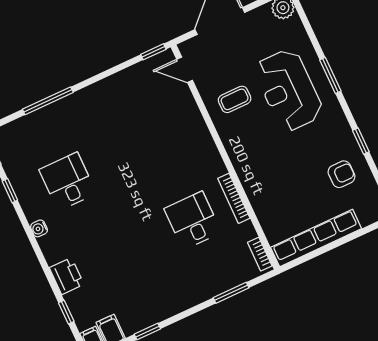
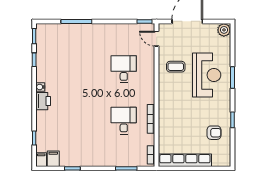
reception desk: (289, 90) -> (207, 75), turned 180
desk: (68, 182) -> (124, 69), moved
printer: (67, 276) -> (43, 101), moved

